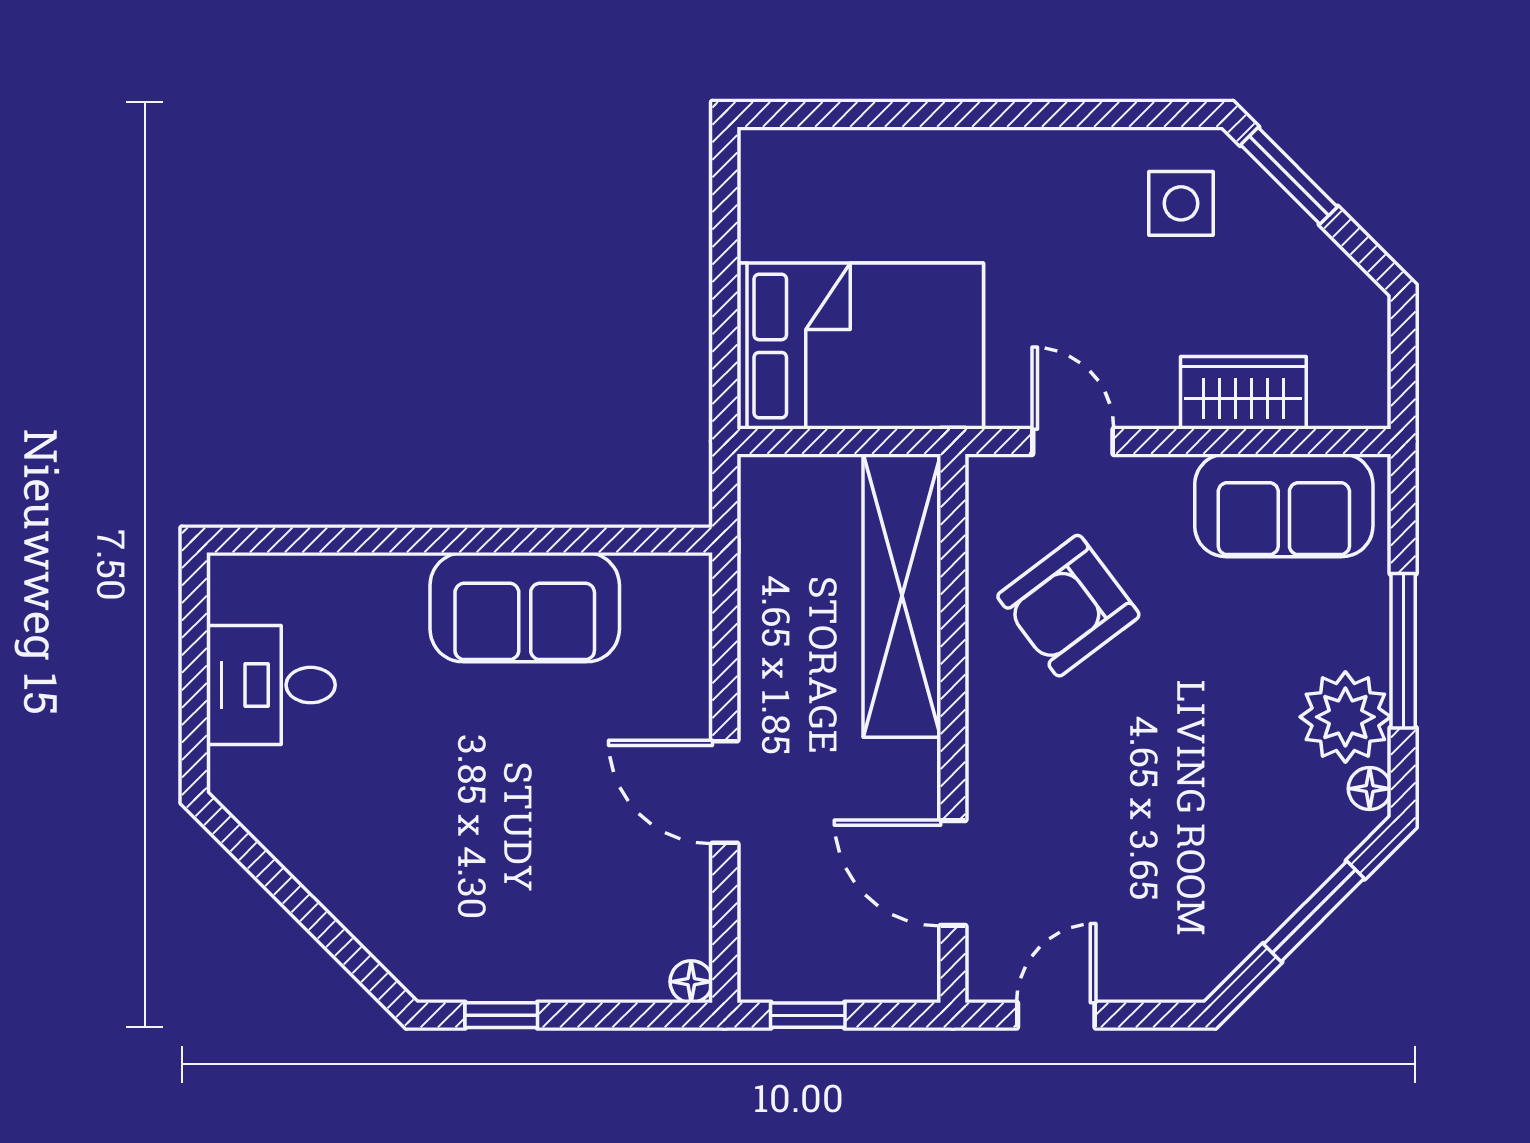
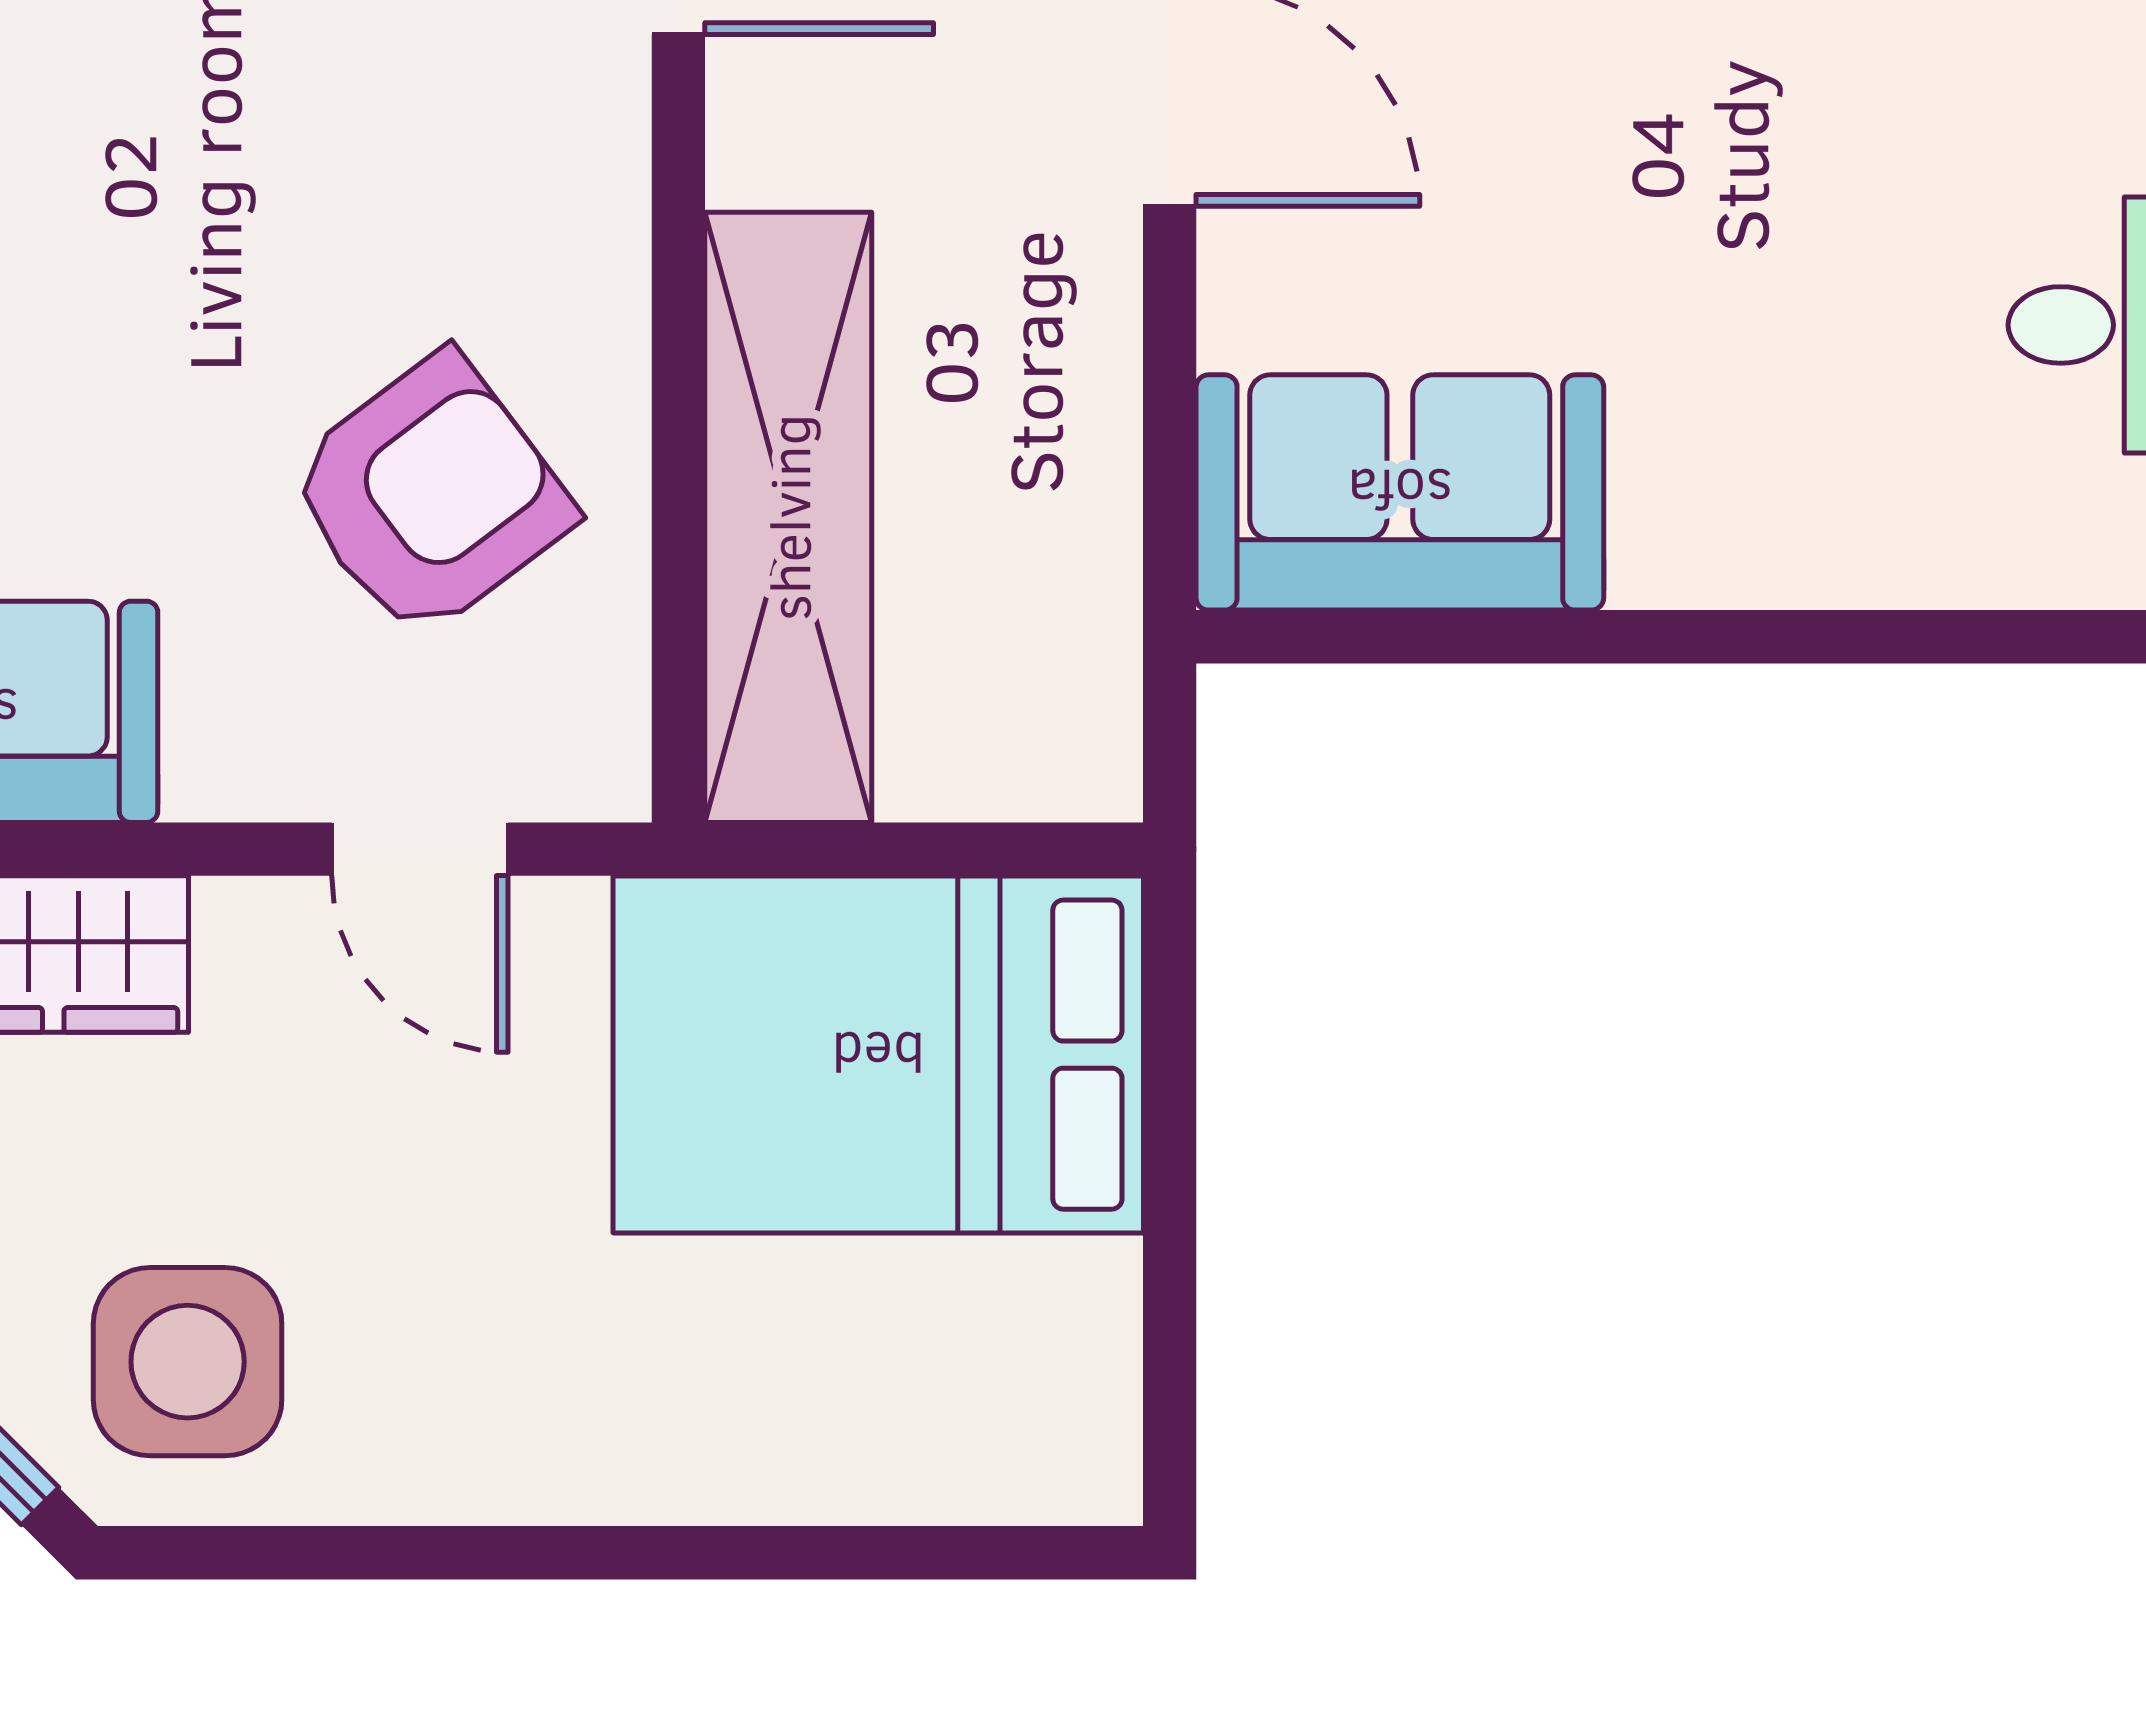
side table: (1181, 203) -> (188, 1362), width x1.37, depth x1.37
sofa: (525, 607) -> (1400, 492), moved

